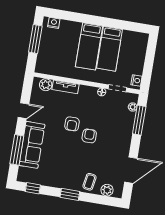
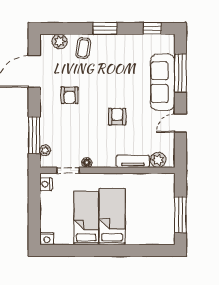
nightstand: (54, 23) -> (47, 239), moved
armchair: (89, 136) -> (70, 95), moved

